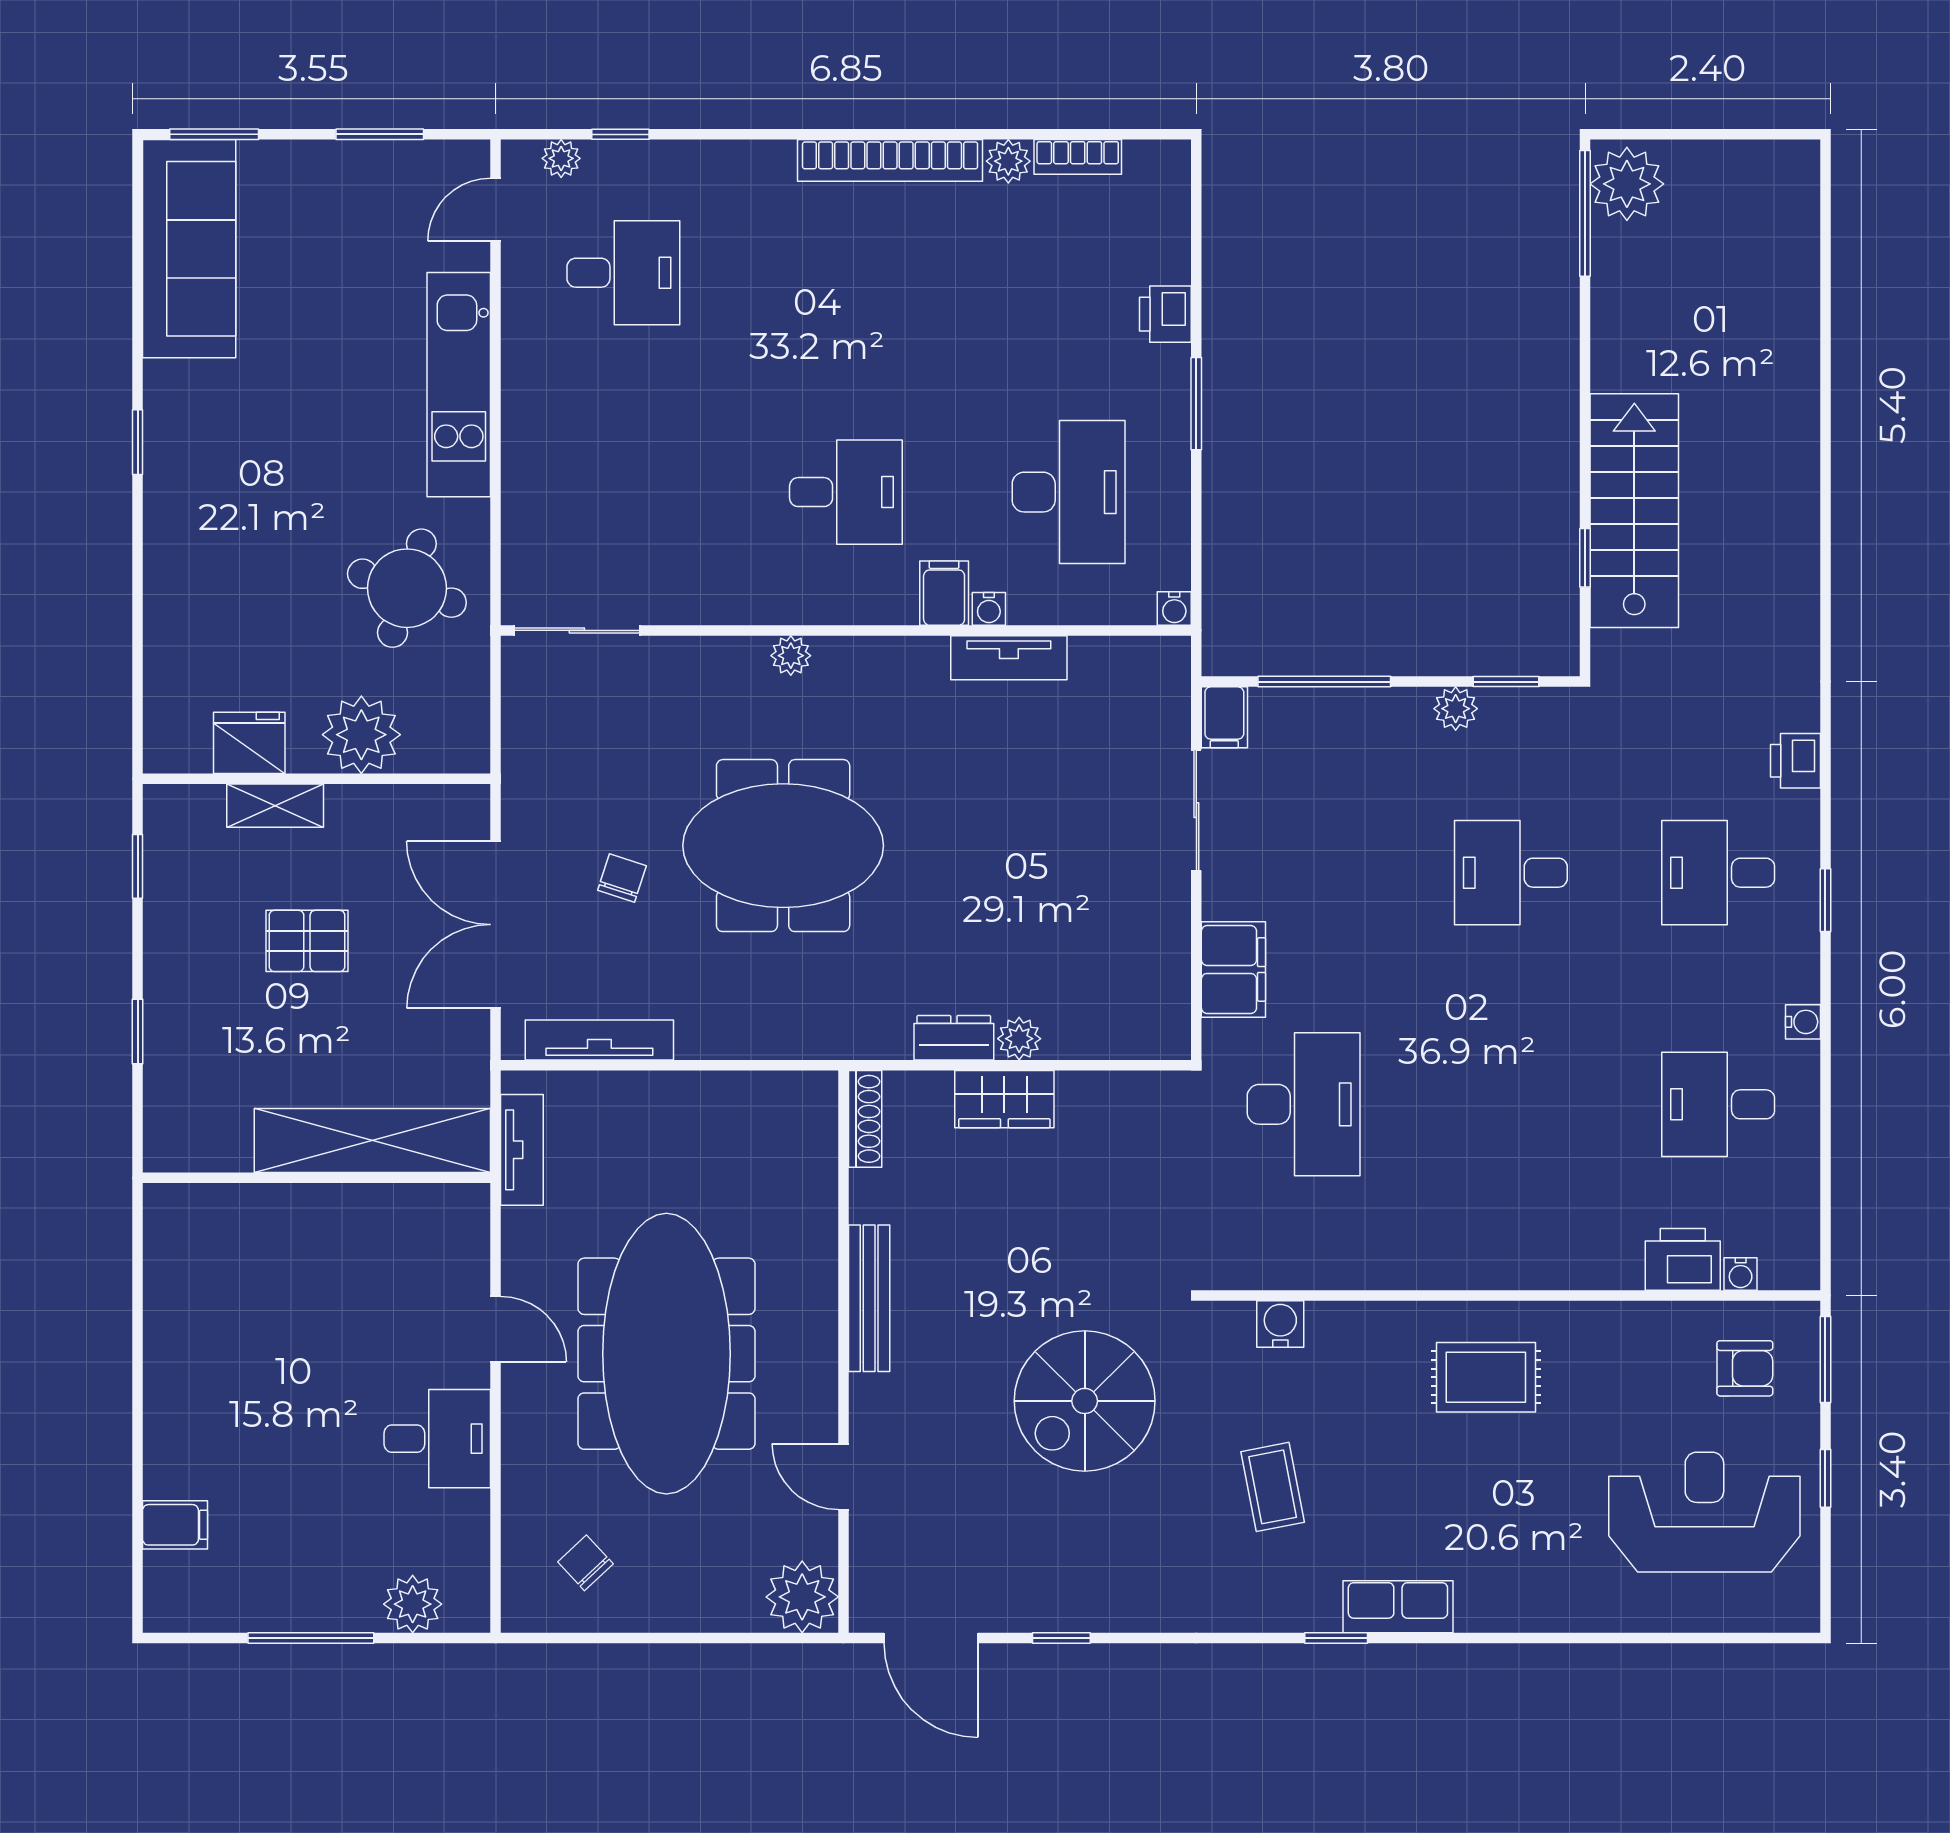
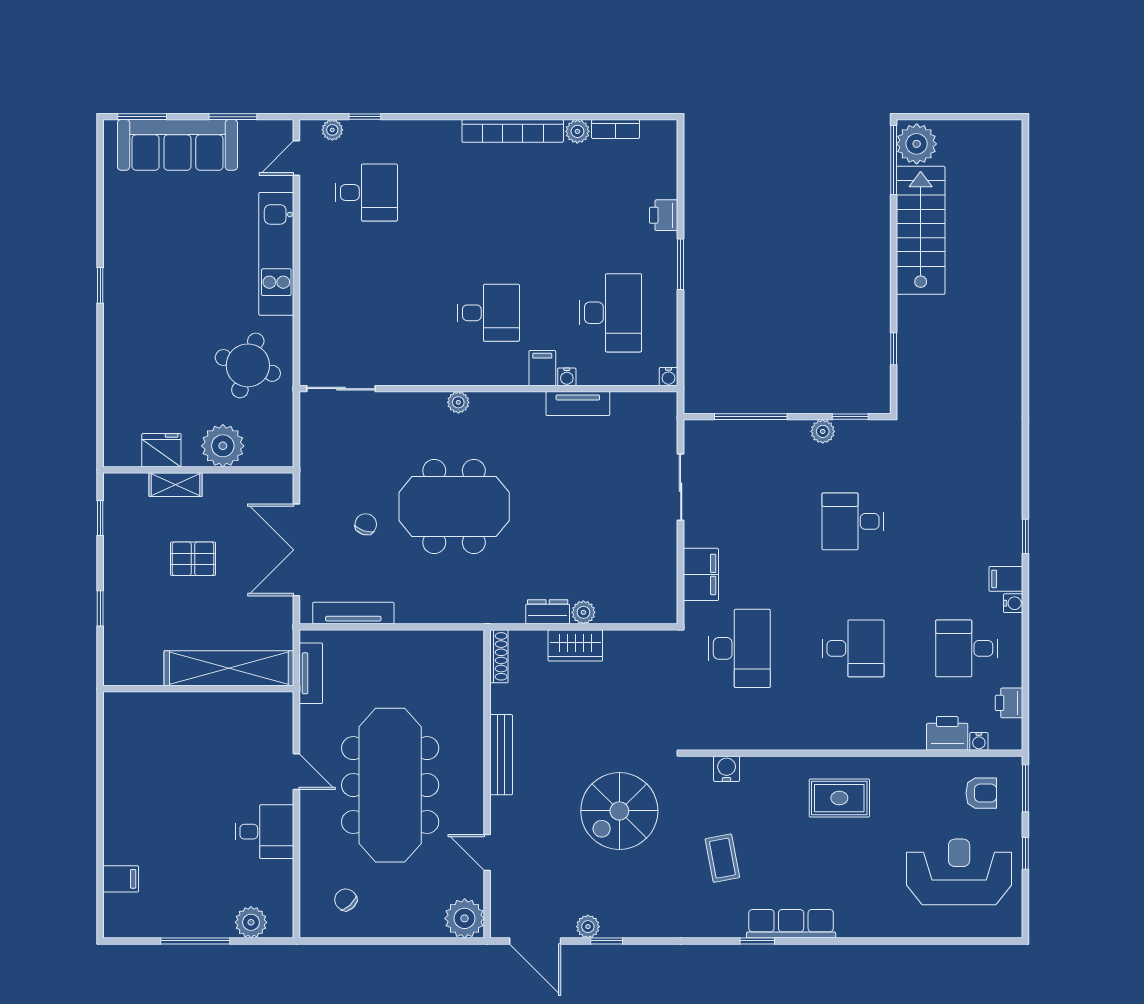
sofa: (189, 249) -> (177, 145), moved, turned 90
stairs: (1634, 511) -> (921, 230), moved
filing cabinet: (1224, 717) -> (1006, 579), moved, turned 90
printer: (1795, 761) -> (1009, 703), moved
desk: (1718, 873) -> (853, 648), moved, turned 180
row of seats: (1398, 1607) -> (791, 924), width x1.48
plant: (1027, 1612) -> (588, 927), added

